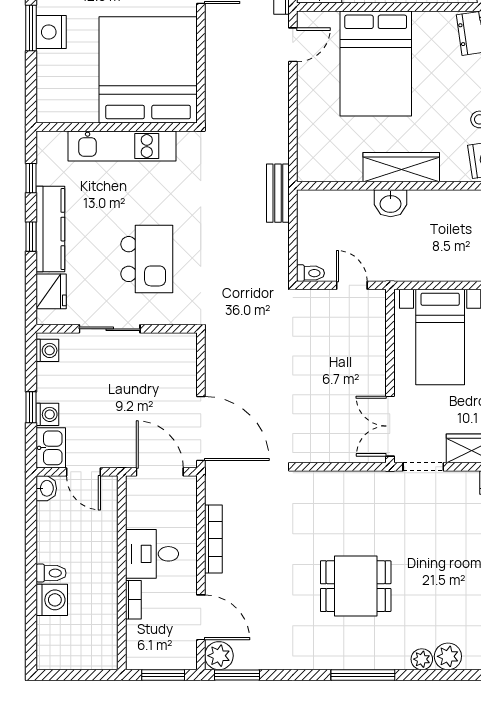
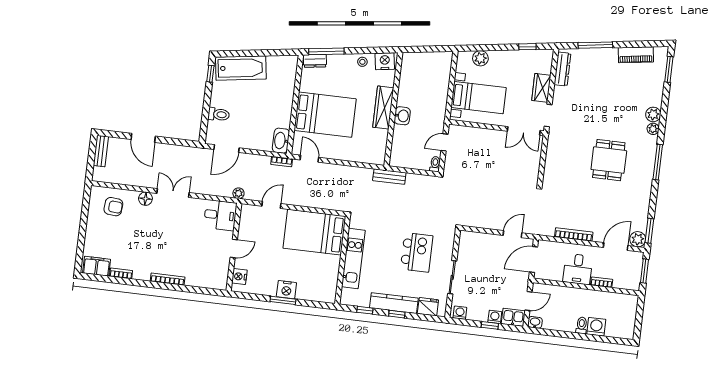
bed: (148, 70) -> (314, 232), width x0.73
kitchen island: (147, 259) -> (417, 252), turned 90
door: (201, 428) -> (513, 234), width x0.53

